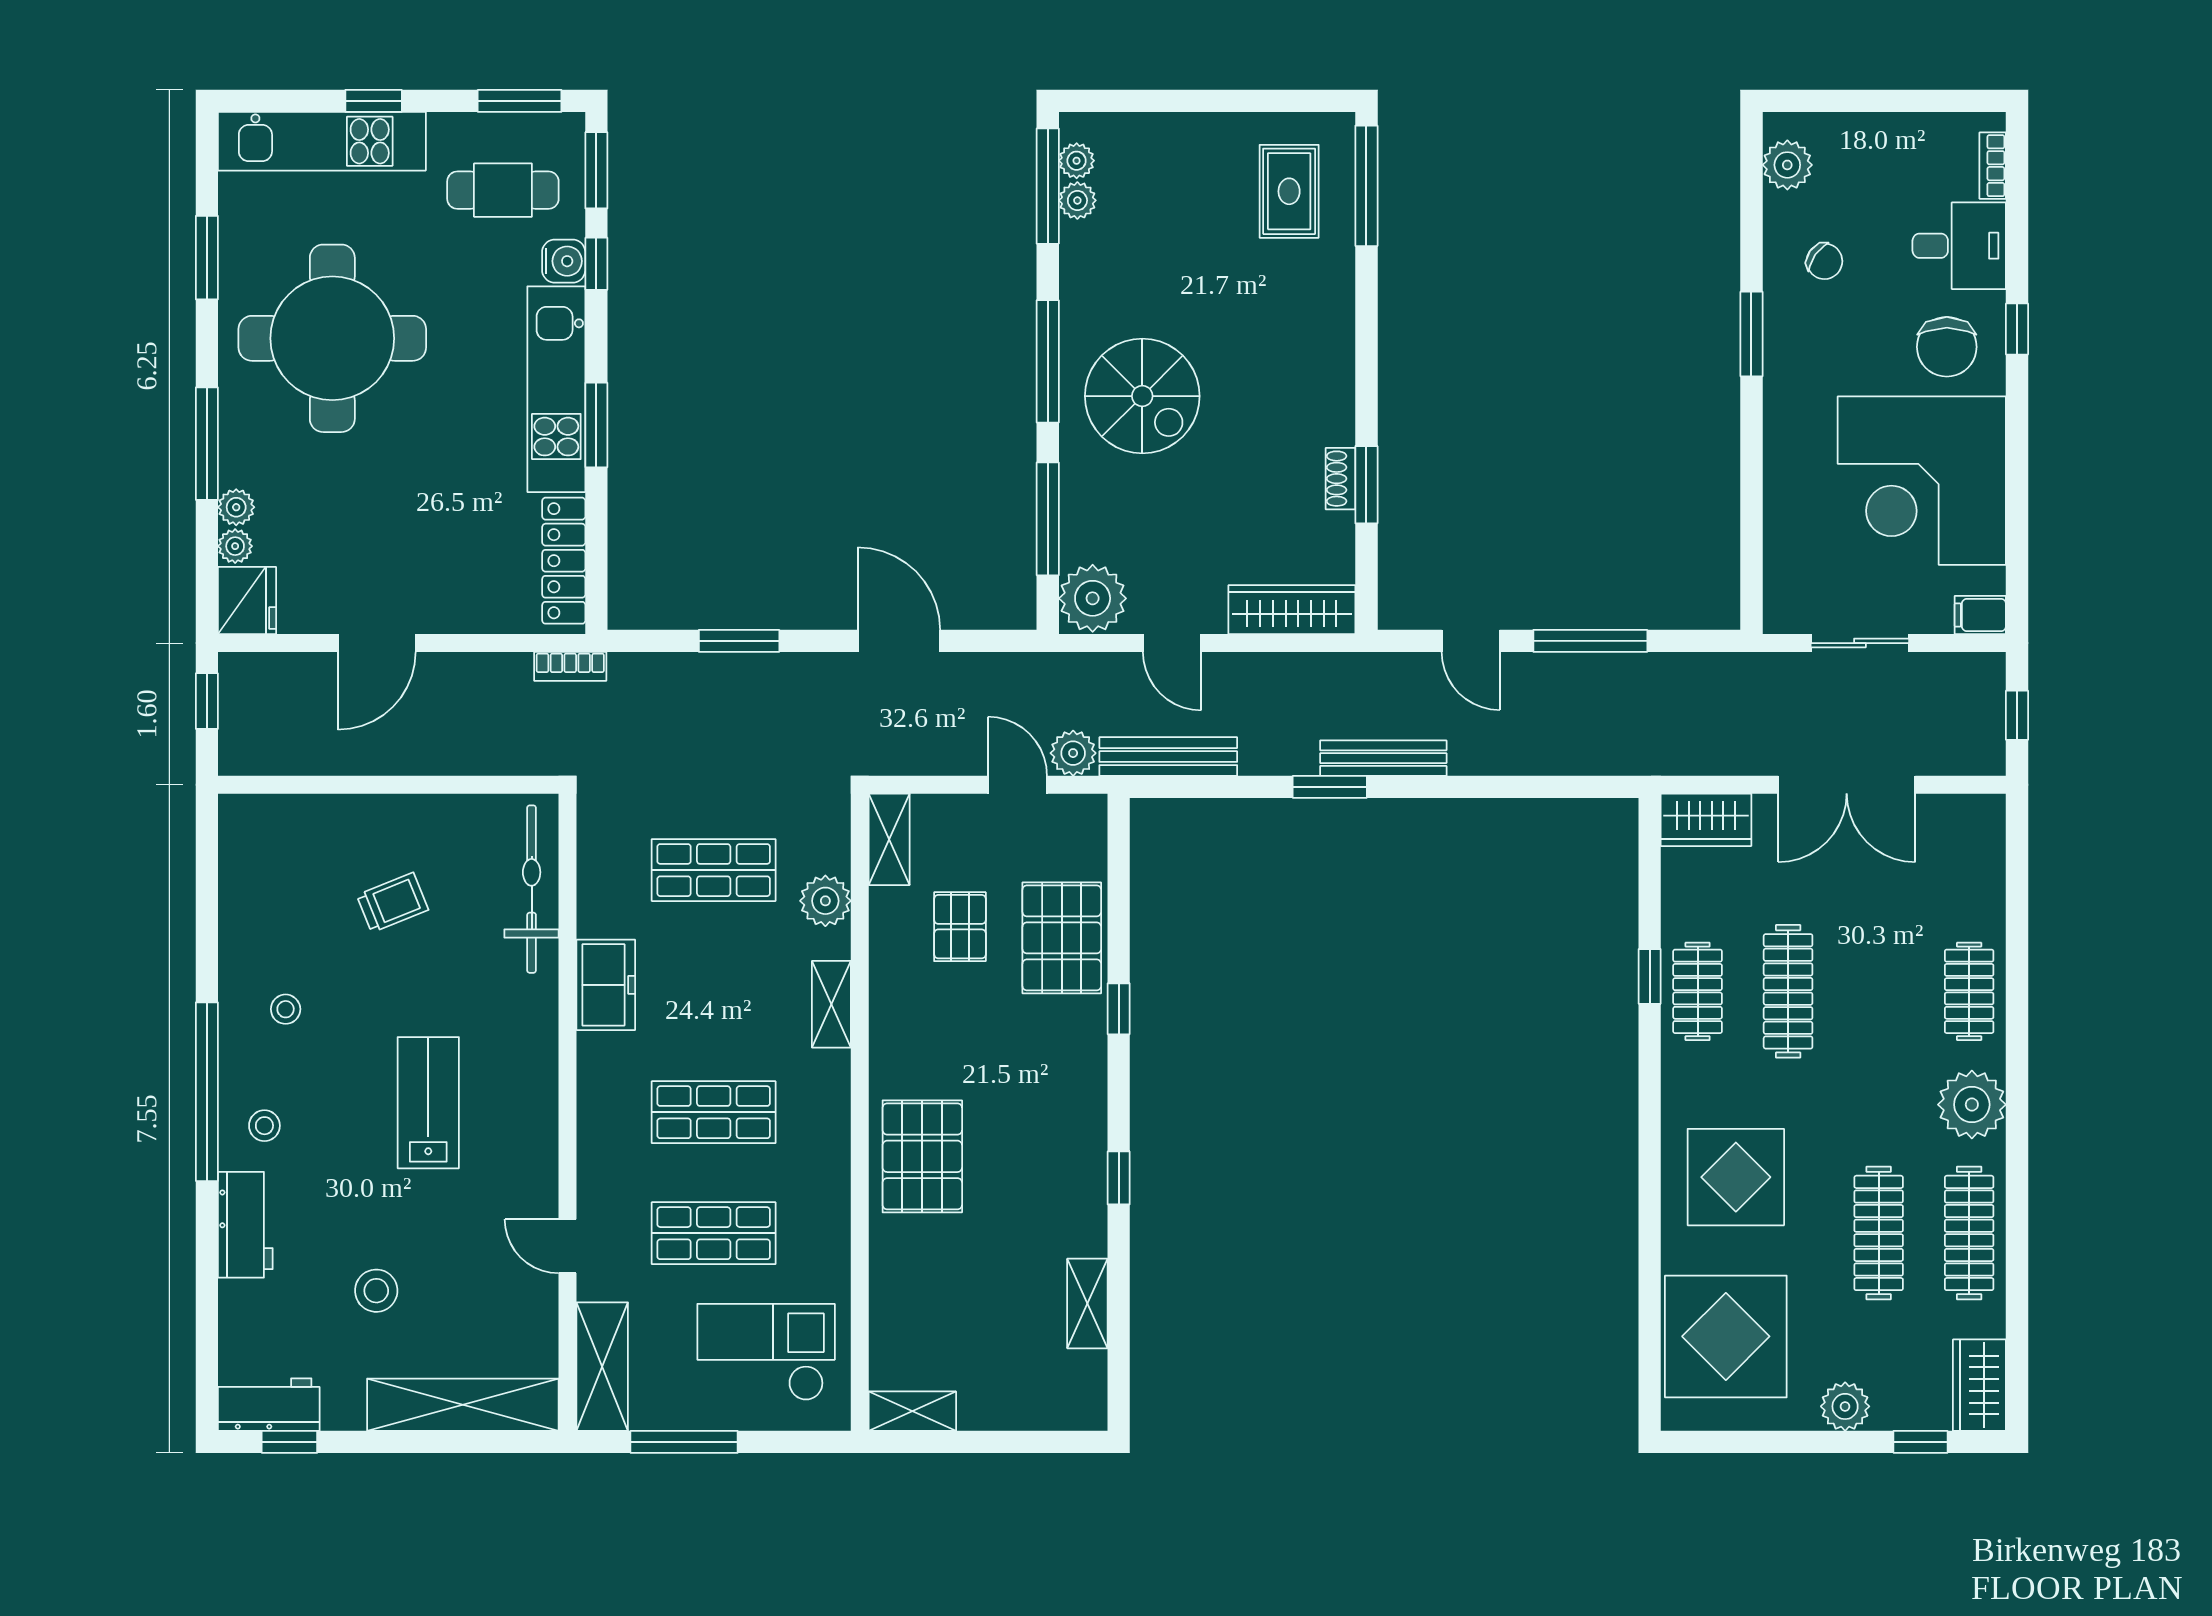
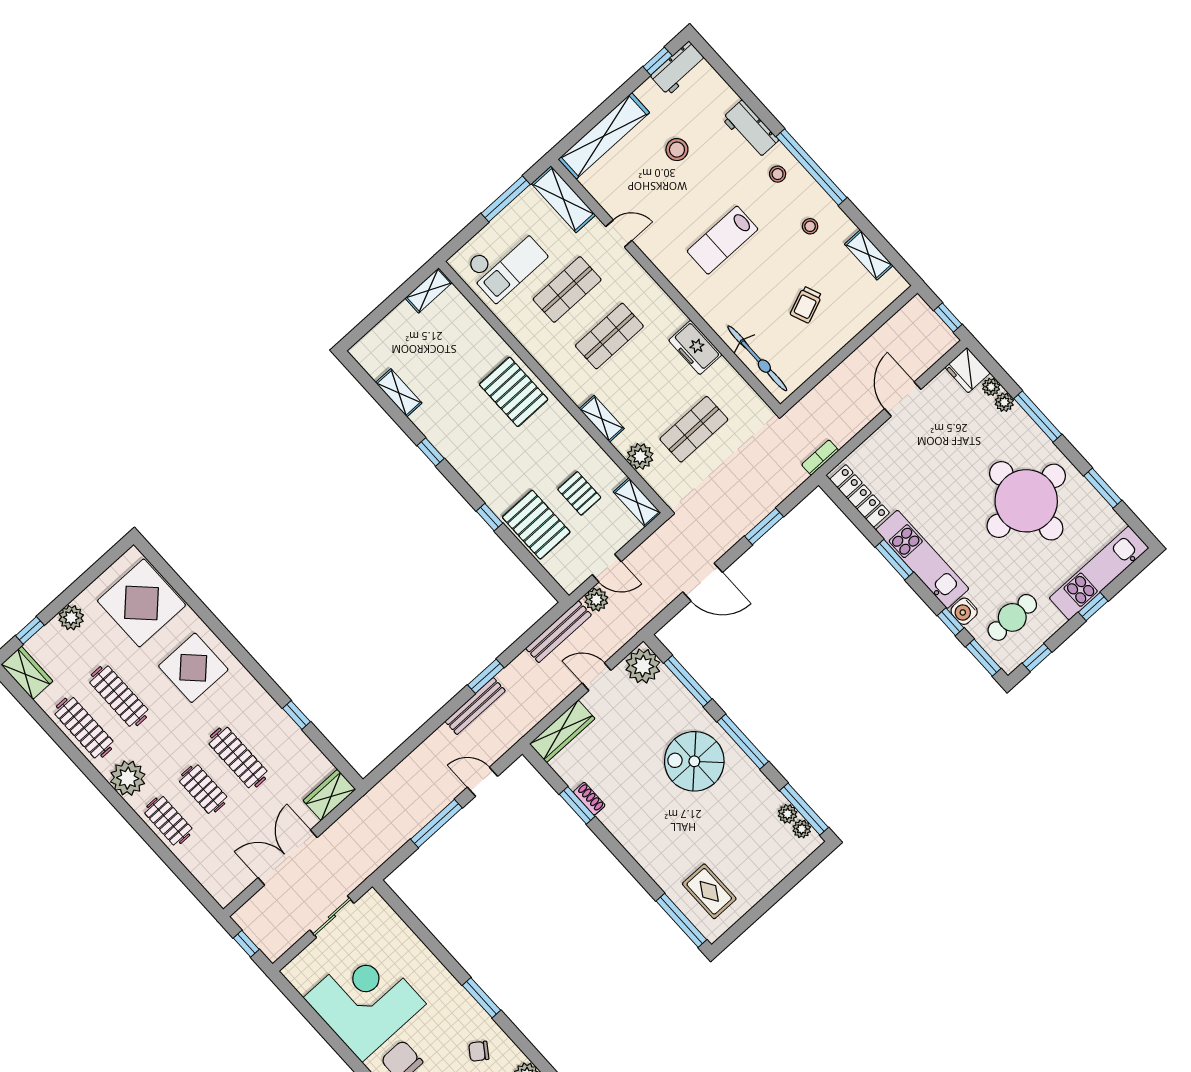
window: (520, 101) -> (1037, 658), width x0.67
filing cabinet: (1980, 615) -> (295, 969), removed
shelving: (239, 893) -> (869, 255), added
clothes rail: (1698, 991) -> (203, 789), moved
lab bench: (428, 1103) -> (723, 240), turned 90

